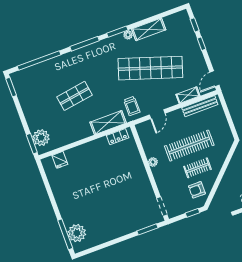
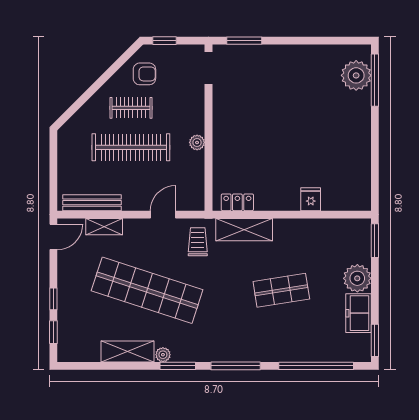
freezer: (26, 99) -> (359, 313), added
plant: (41, 138) -> (357, 278), moved
fridge: (60, 160) -> (311, 199), moved

